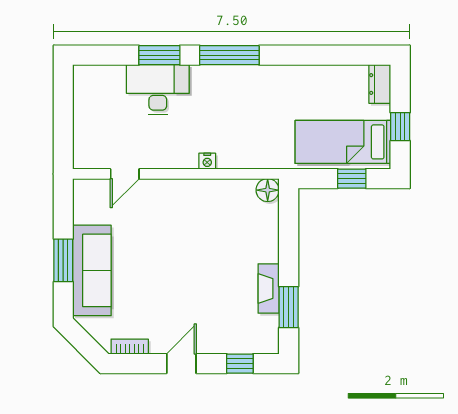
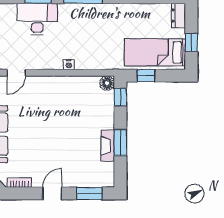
window: (352, 179) -> (146, 76), moved
window: (289, 212) -> (120, 97), added
window: (289, 307) -> (120, 143), moved
window: (240, 364) -> (89, 193), width x1.50

